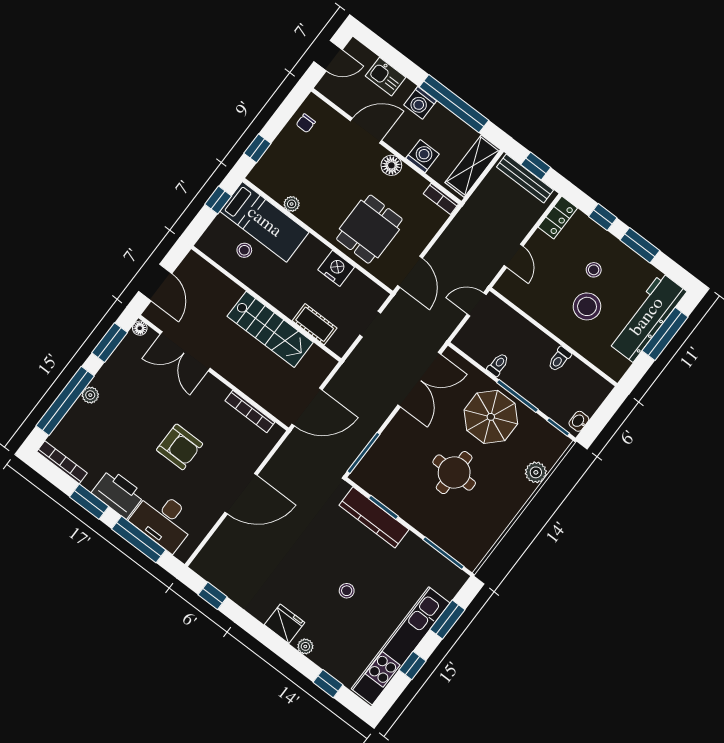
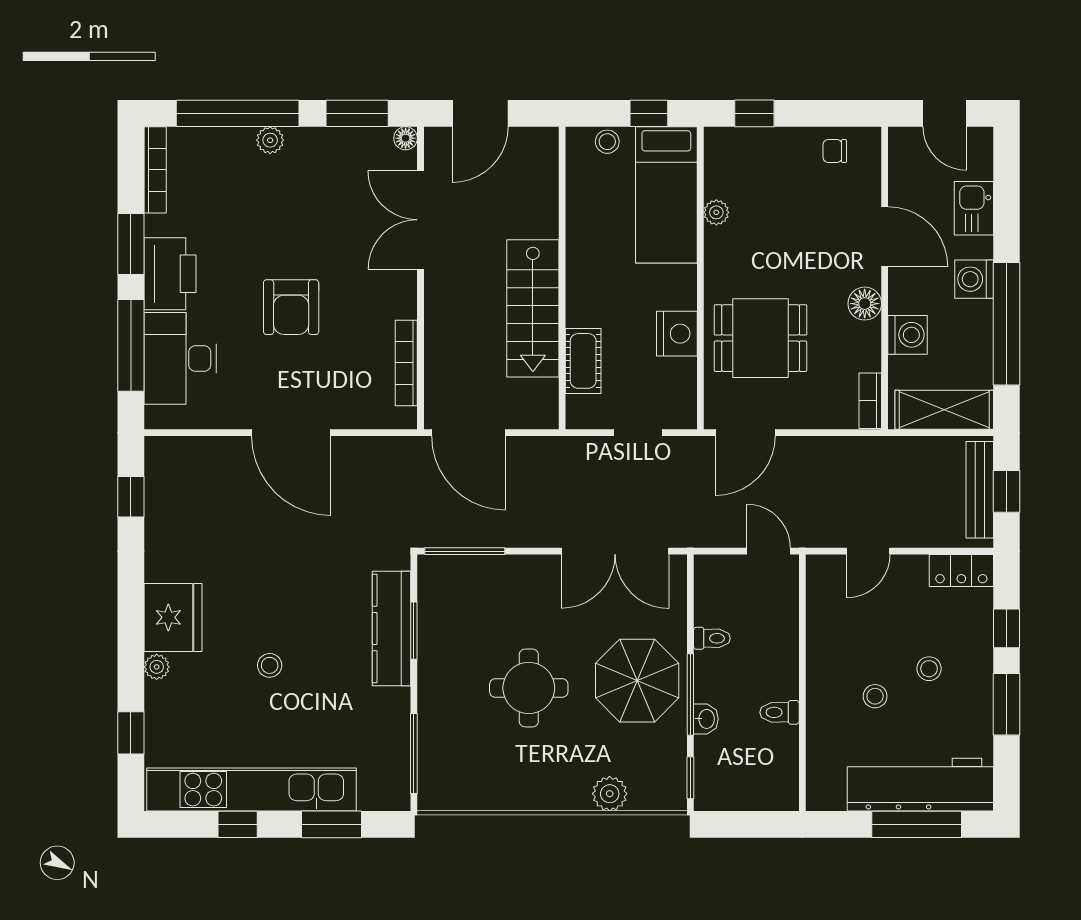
stool: (244, 250) -> (607, 142), moved
stool: (587, 306) -> (875, 696), width x0.53, depth x0.53
washbasin: (579, 421) -> (706, 719), moved, turned 90
fridge: (285, 624) -> (173, 617), width x1.36, depth x1.34

